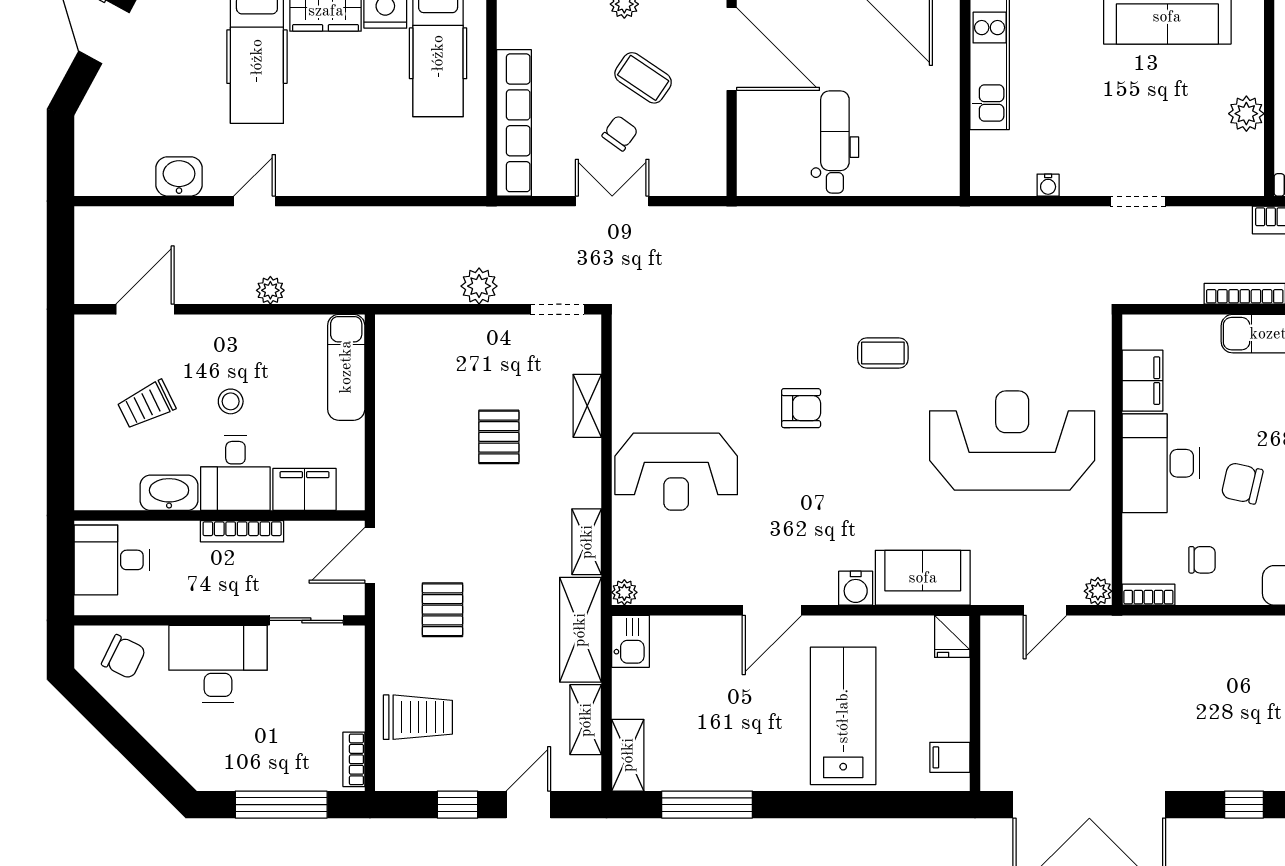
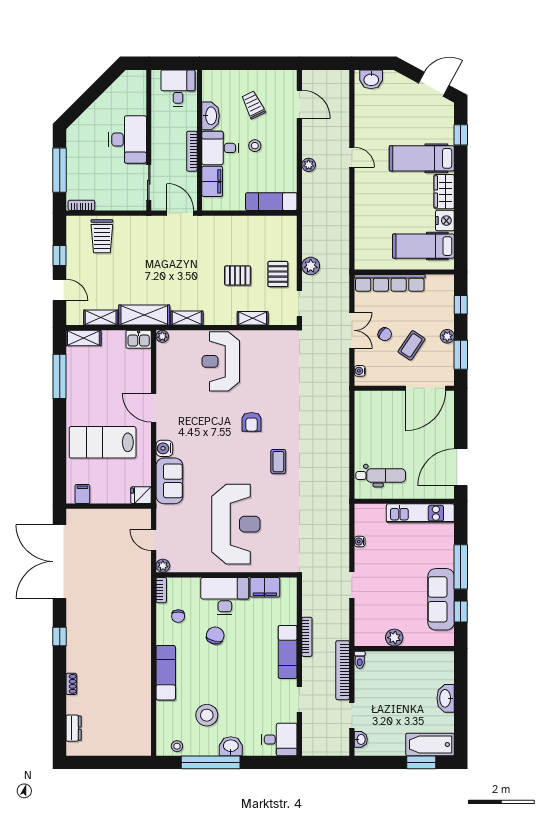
dental chair: (835, 142) -> (381, 476), moved
washbasin: (179, 176) -> (371, 79), moved, turned 90
water cooler: (696, 185) -> (360, 371), added
pallet: (442, 610) -> (278, 274), moved, turned 90
chair: (124, 657) -> (131, 94), removed
lab bench: (843, 716) -> (103, 442), turned 180

